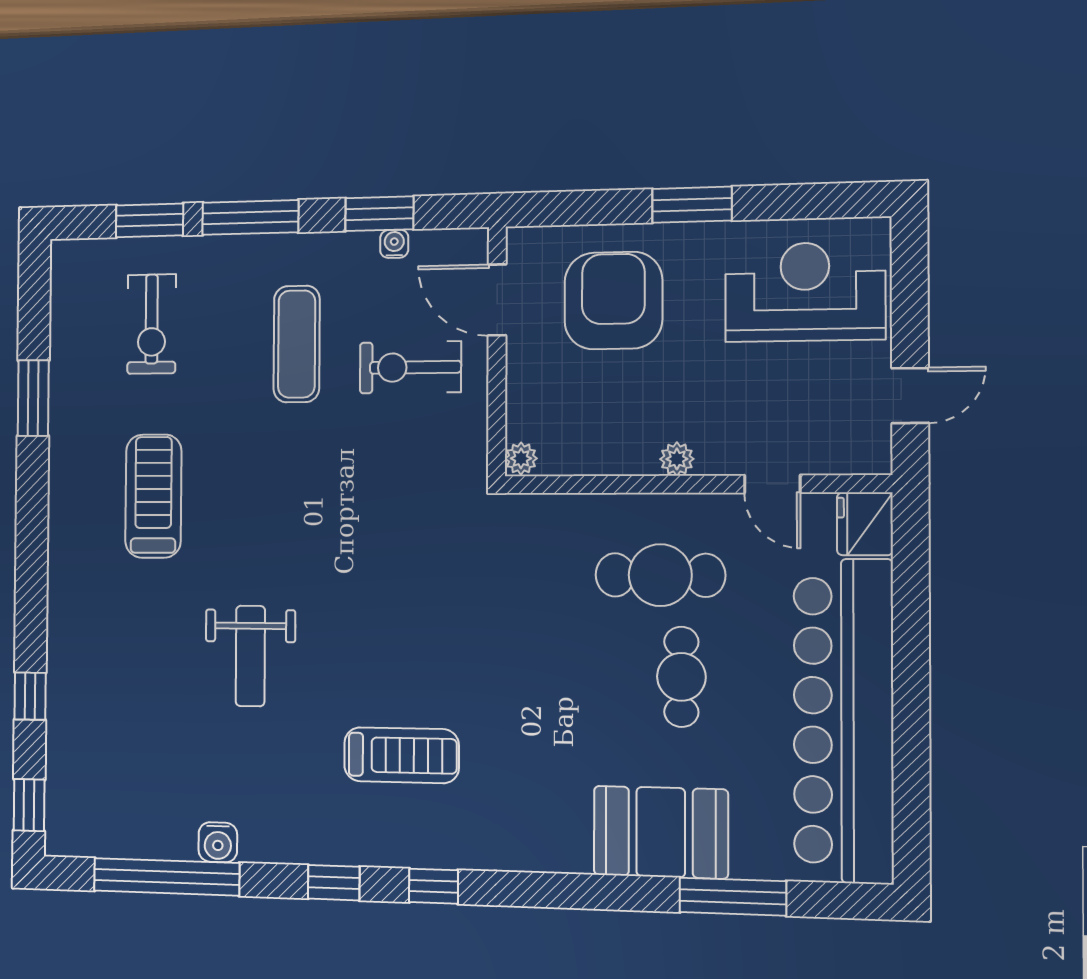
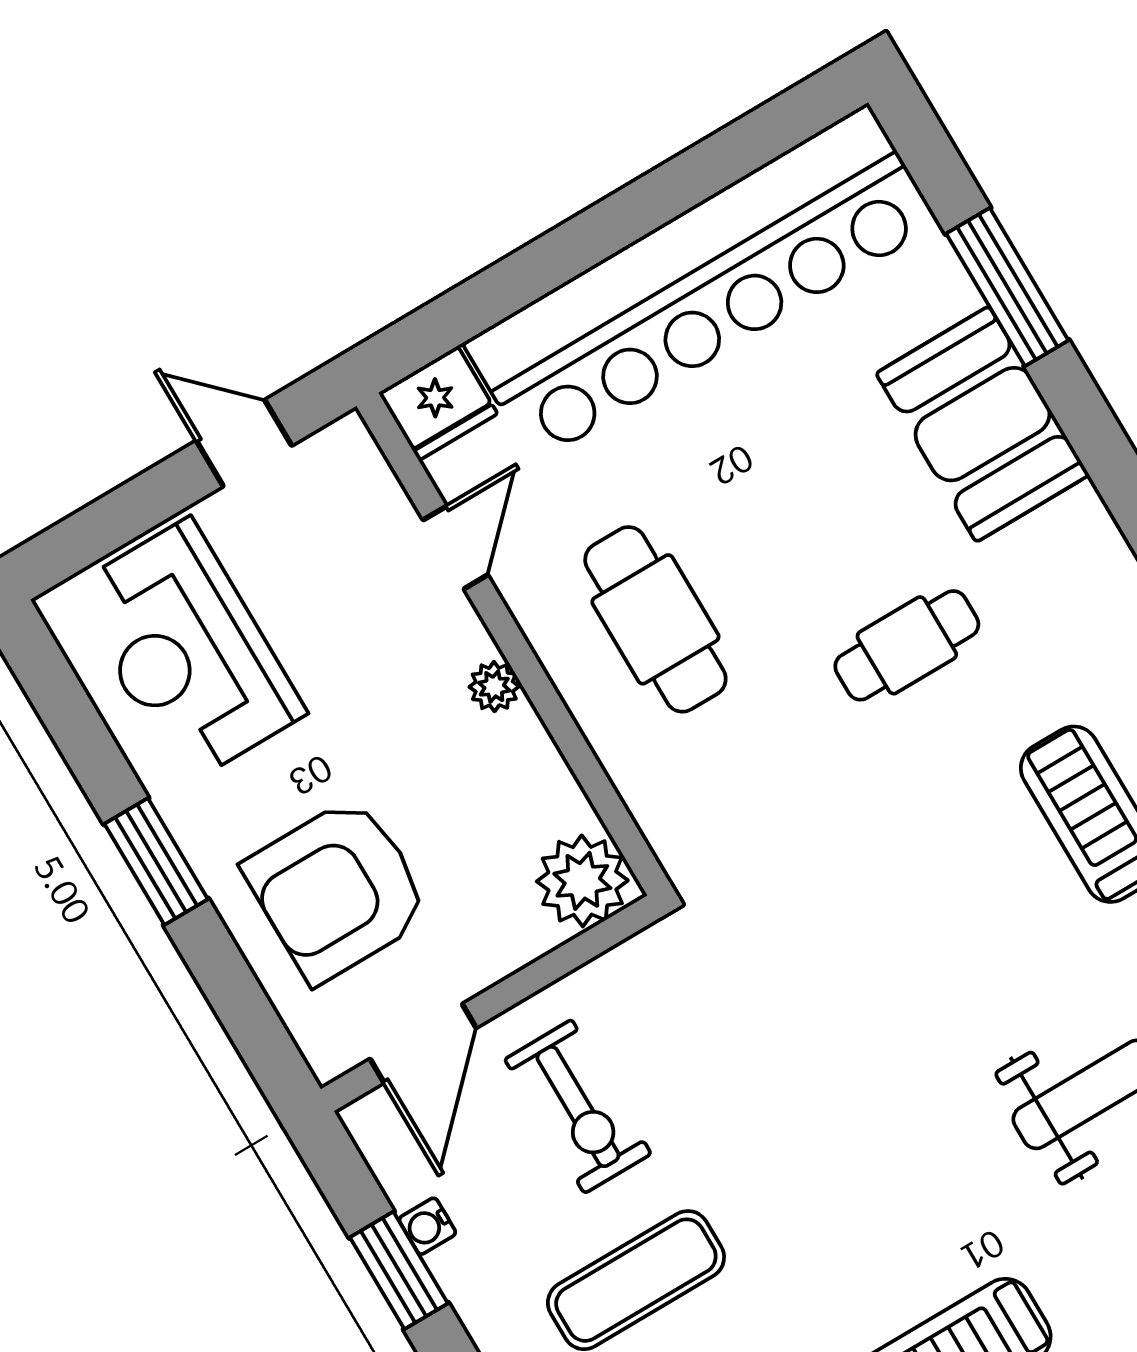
plant: (521, 458) -> (582, 881), width x1.88, depth x1.88
cafe table: (681, 677) -> (907, 645), moved

